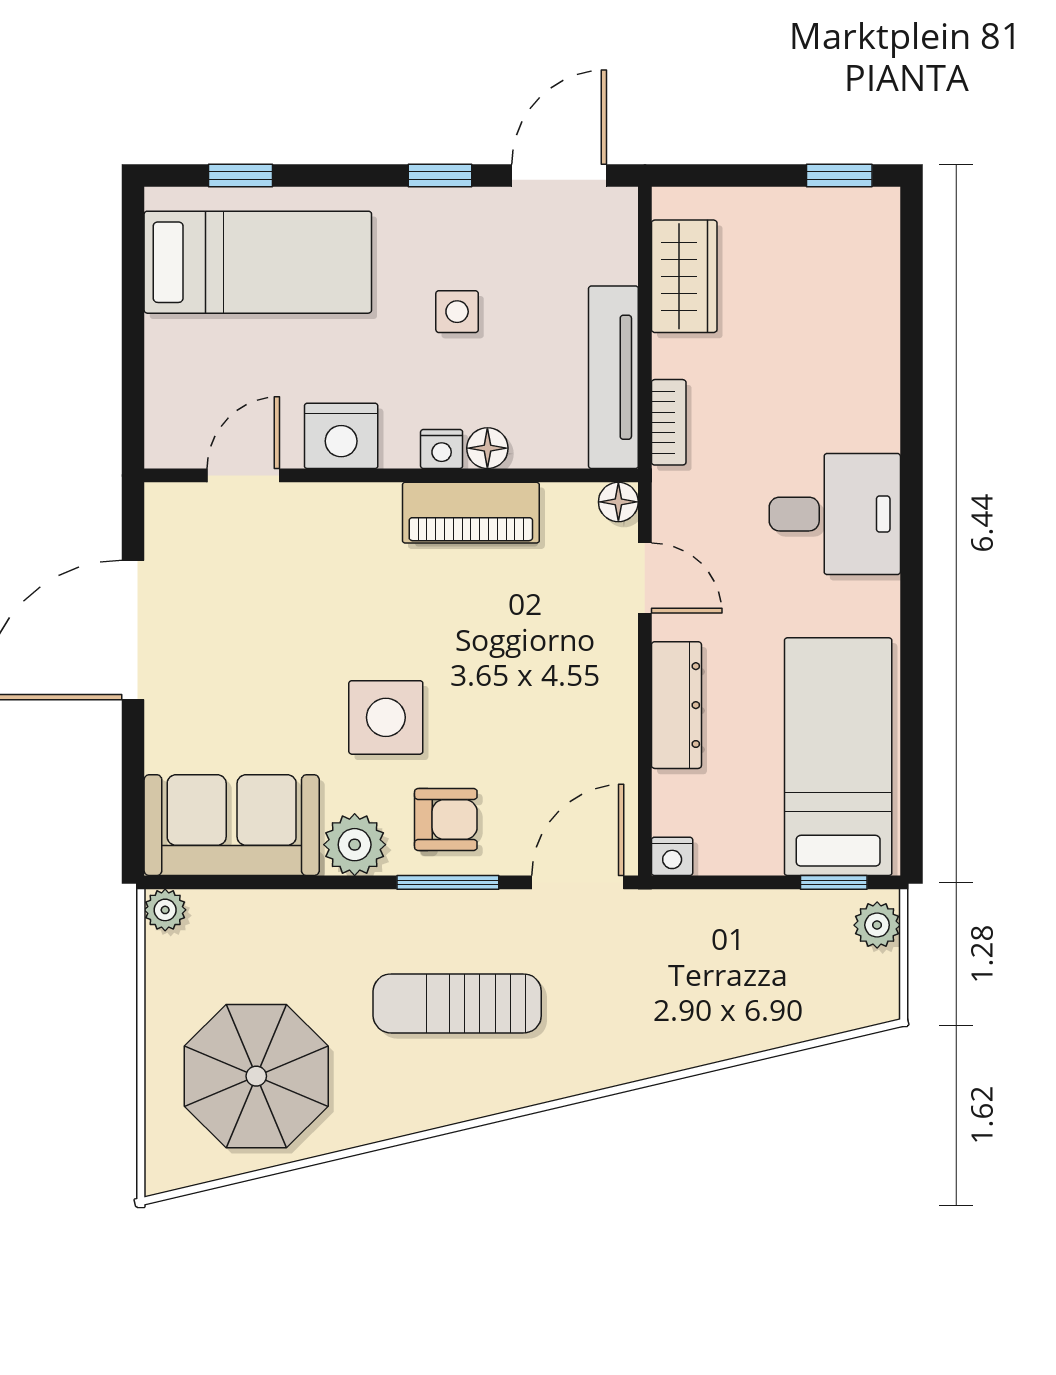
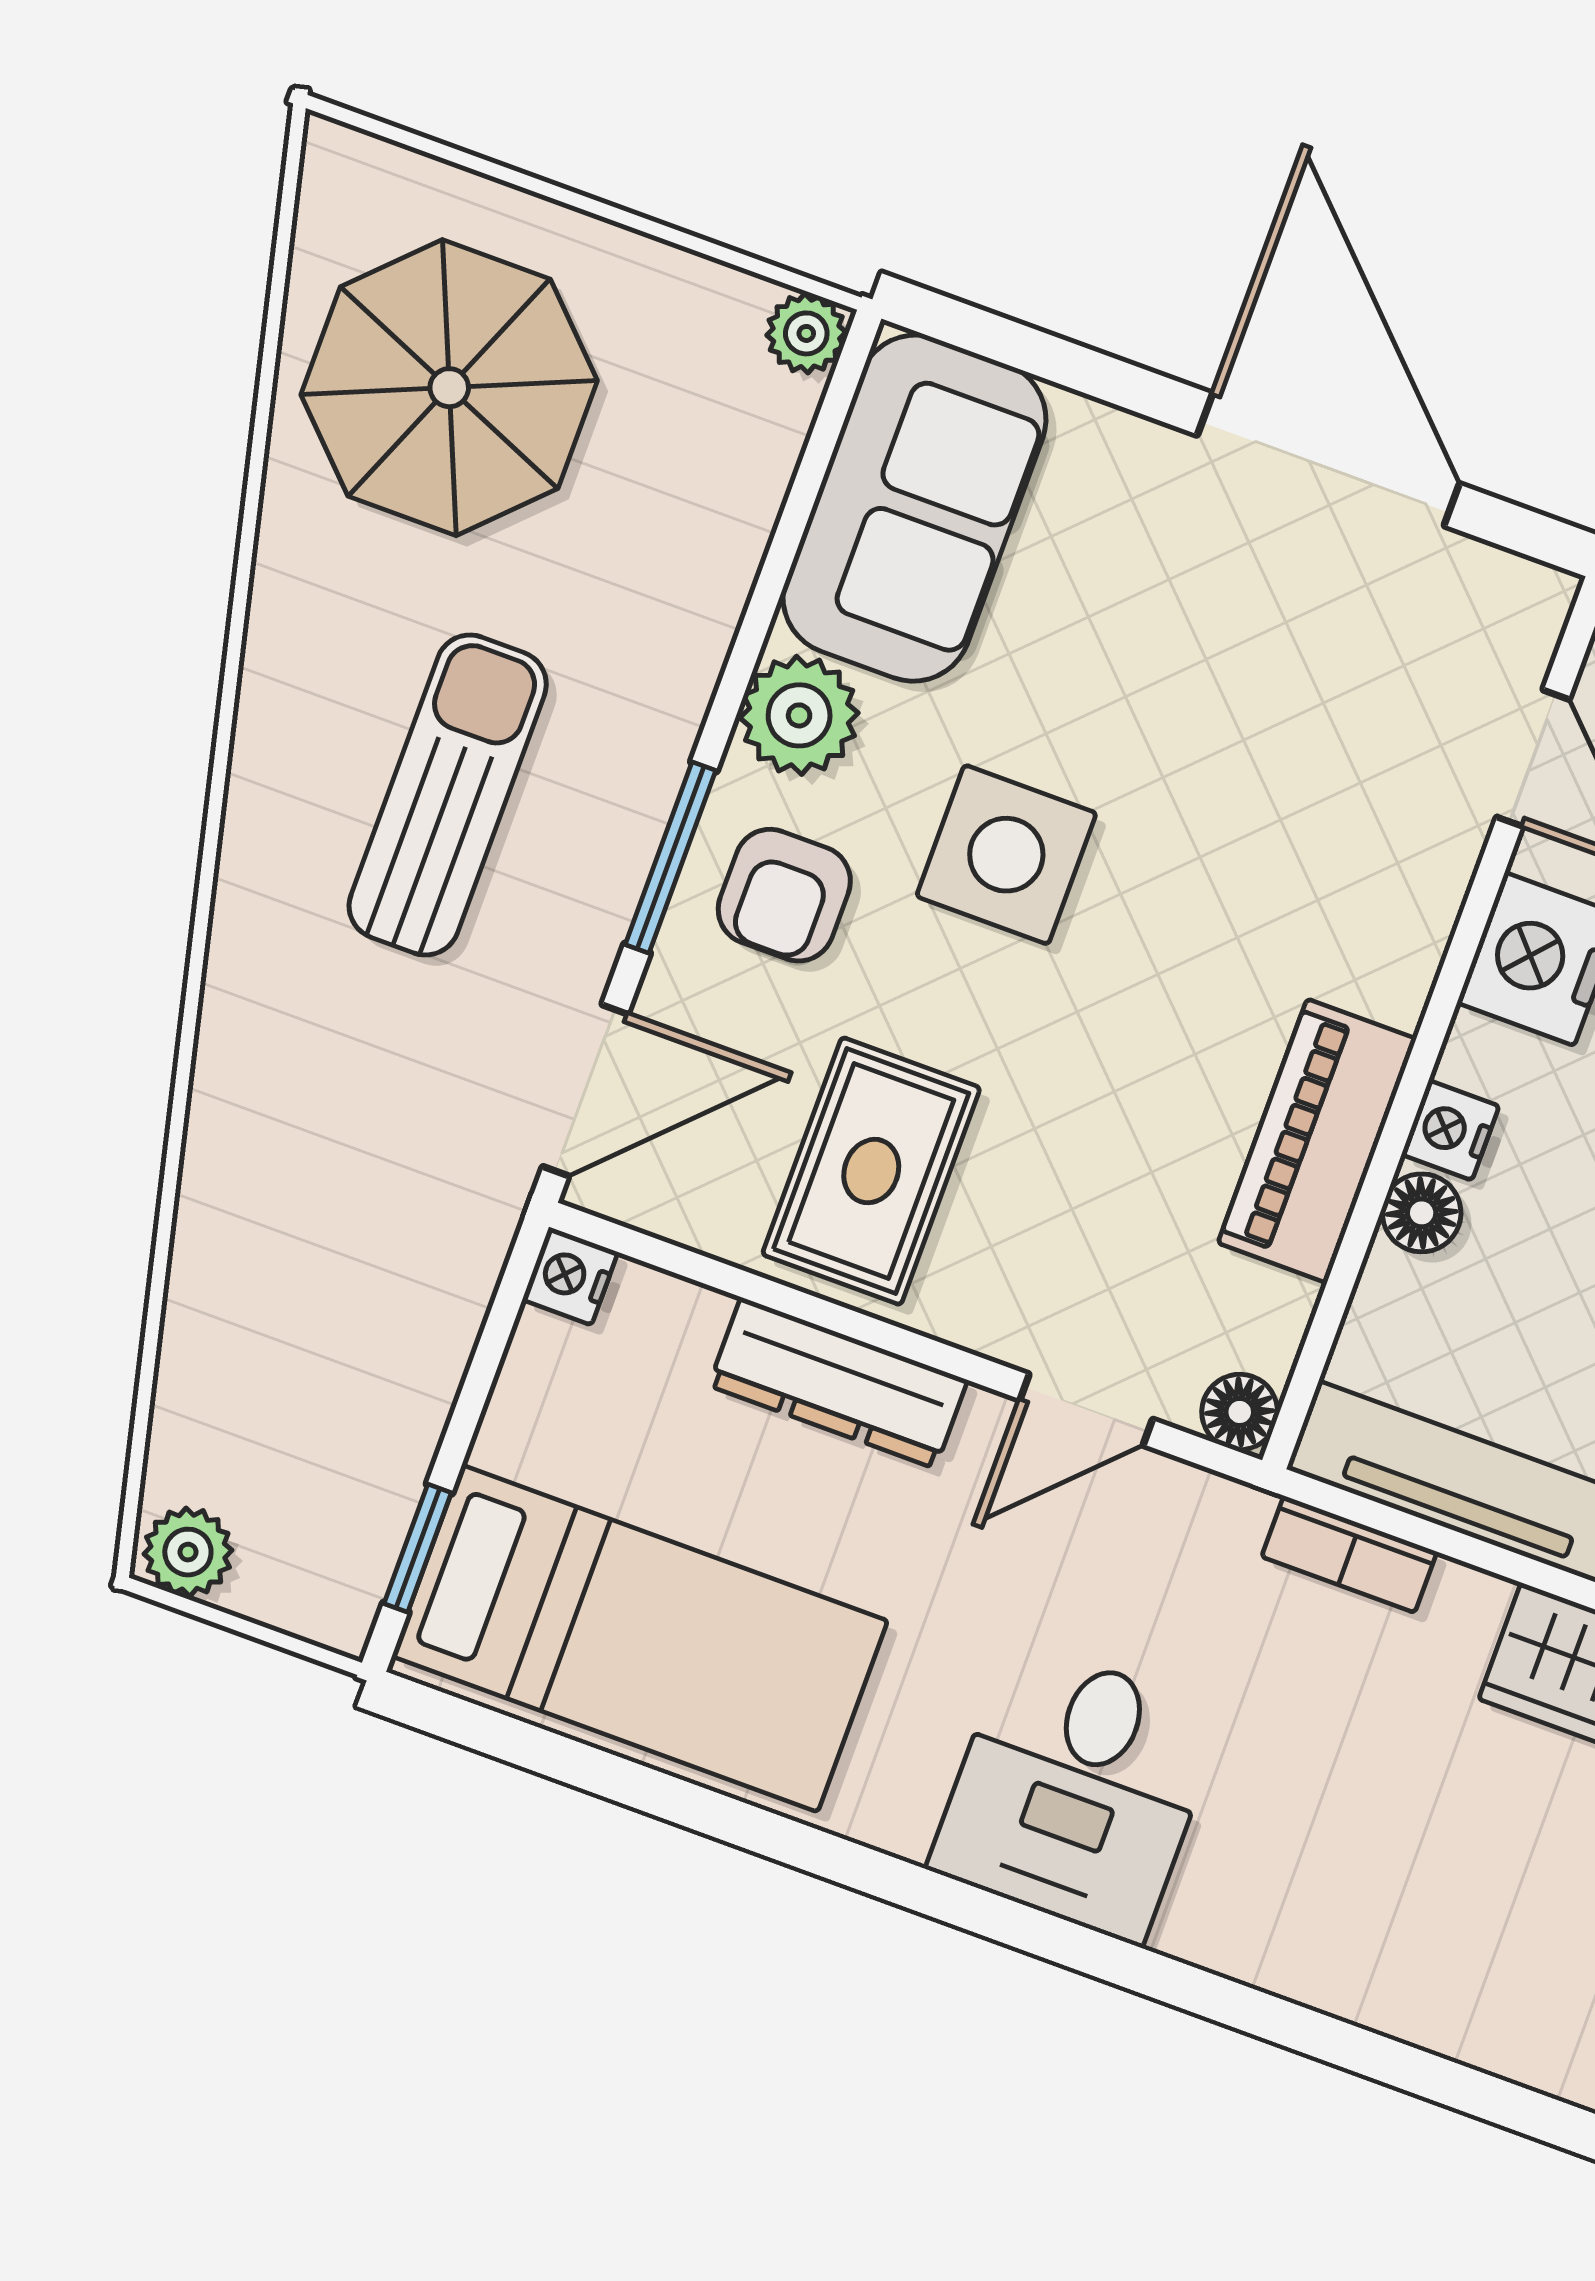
rug: (566, 727) -> (871, 1171), added
door: (578, 882) -> (585, 1090), hinge flipped
plant: (877, 925) -> (188, 1552), moved

